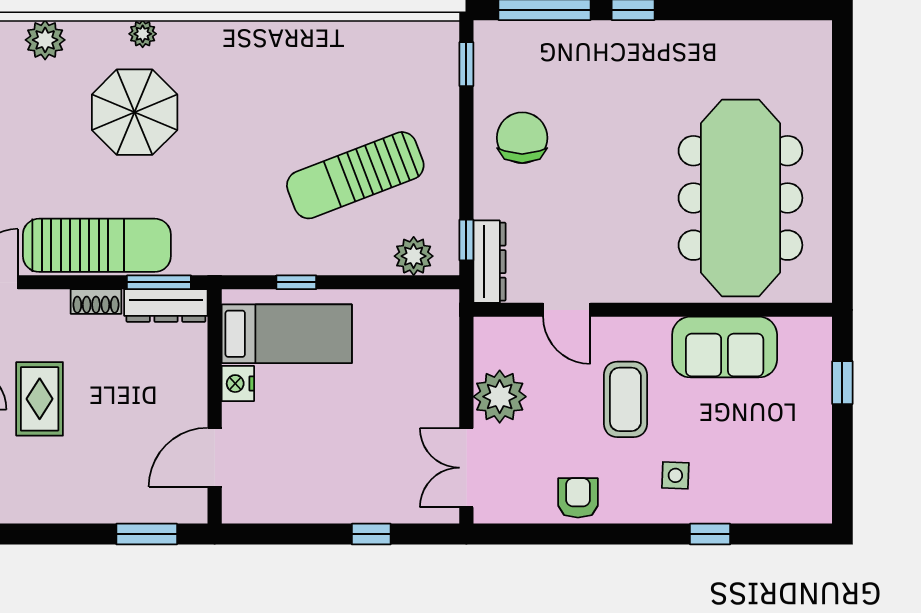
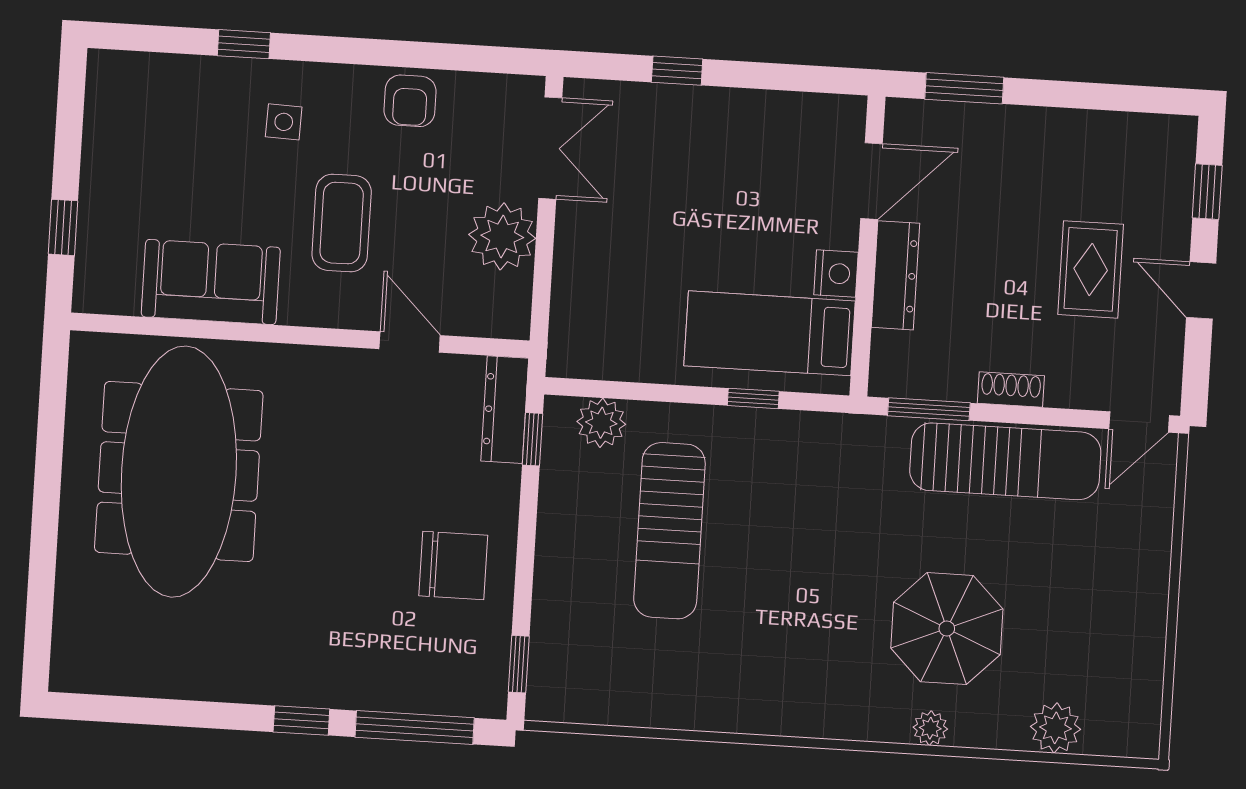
chair: (522, 138) -> (453, 566), turned -90
sun lounger: (355, 175) -> (669, 531), turned 111
sun lounger: (97, 245) -> (1005, 461), turned 180
dresser: (166, 305) -> (895, 275), moved, turned 90

